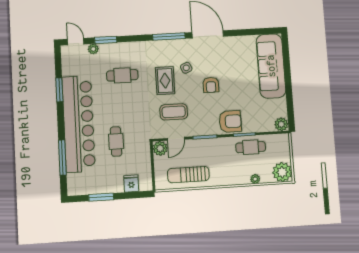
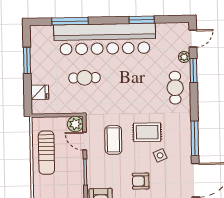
cafe table: (122, 75) -> (175, 88), moved
sun lounger: (188, 175) -> (46, 153), turned 180

